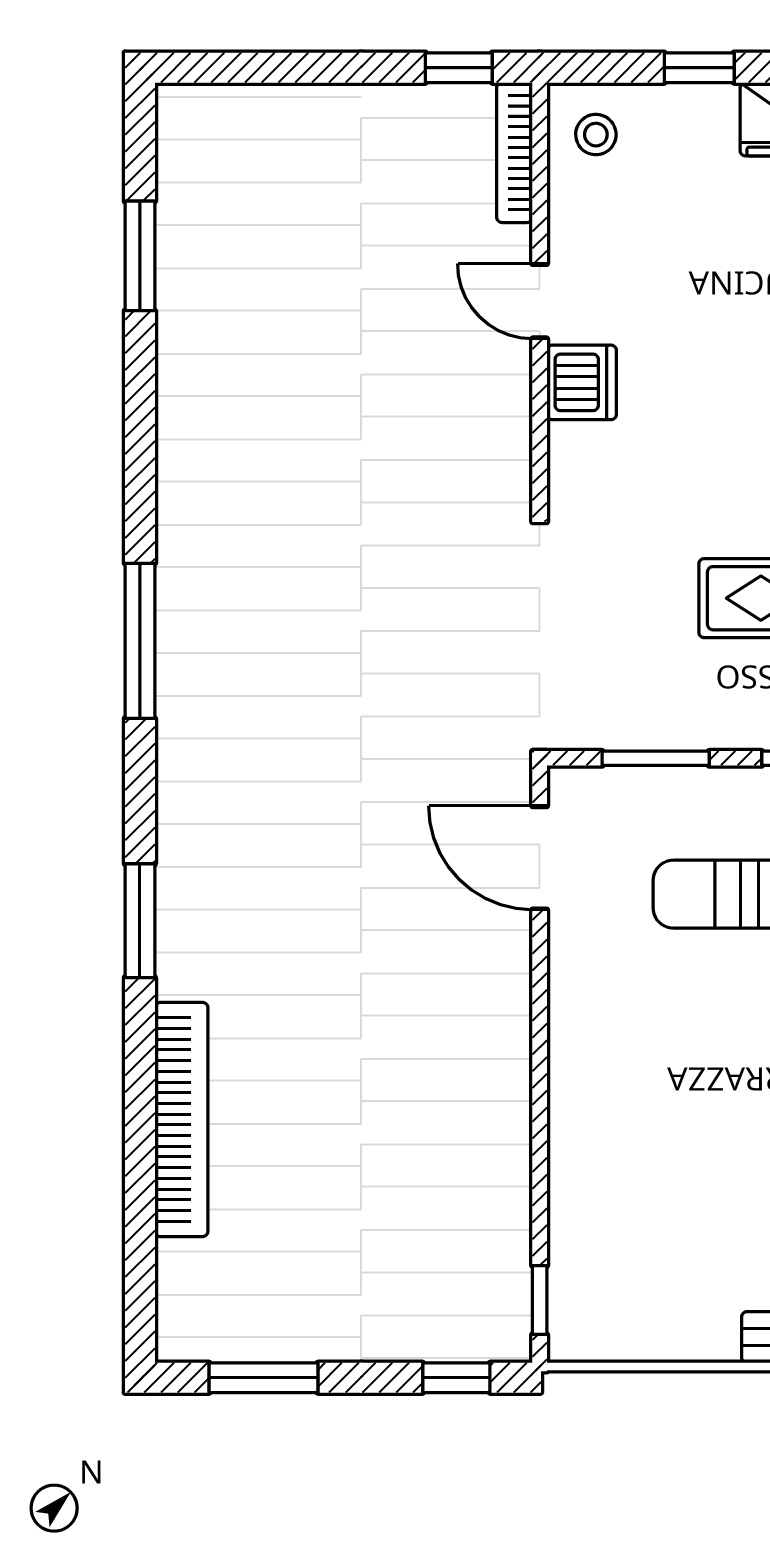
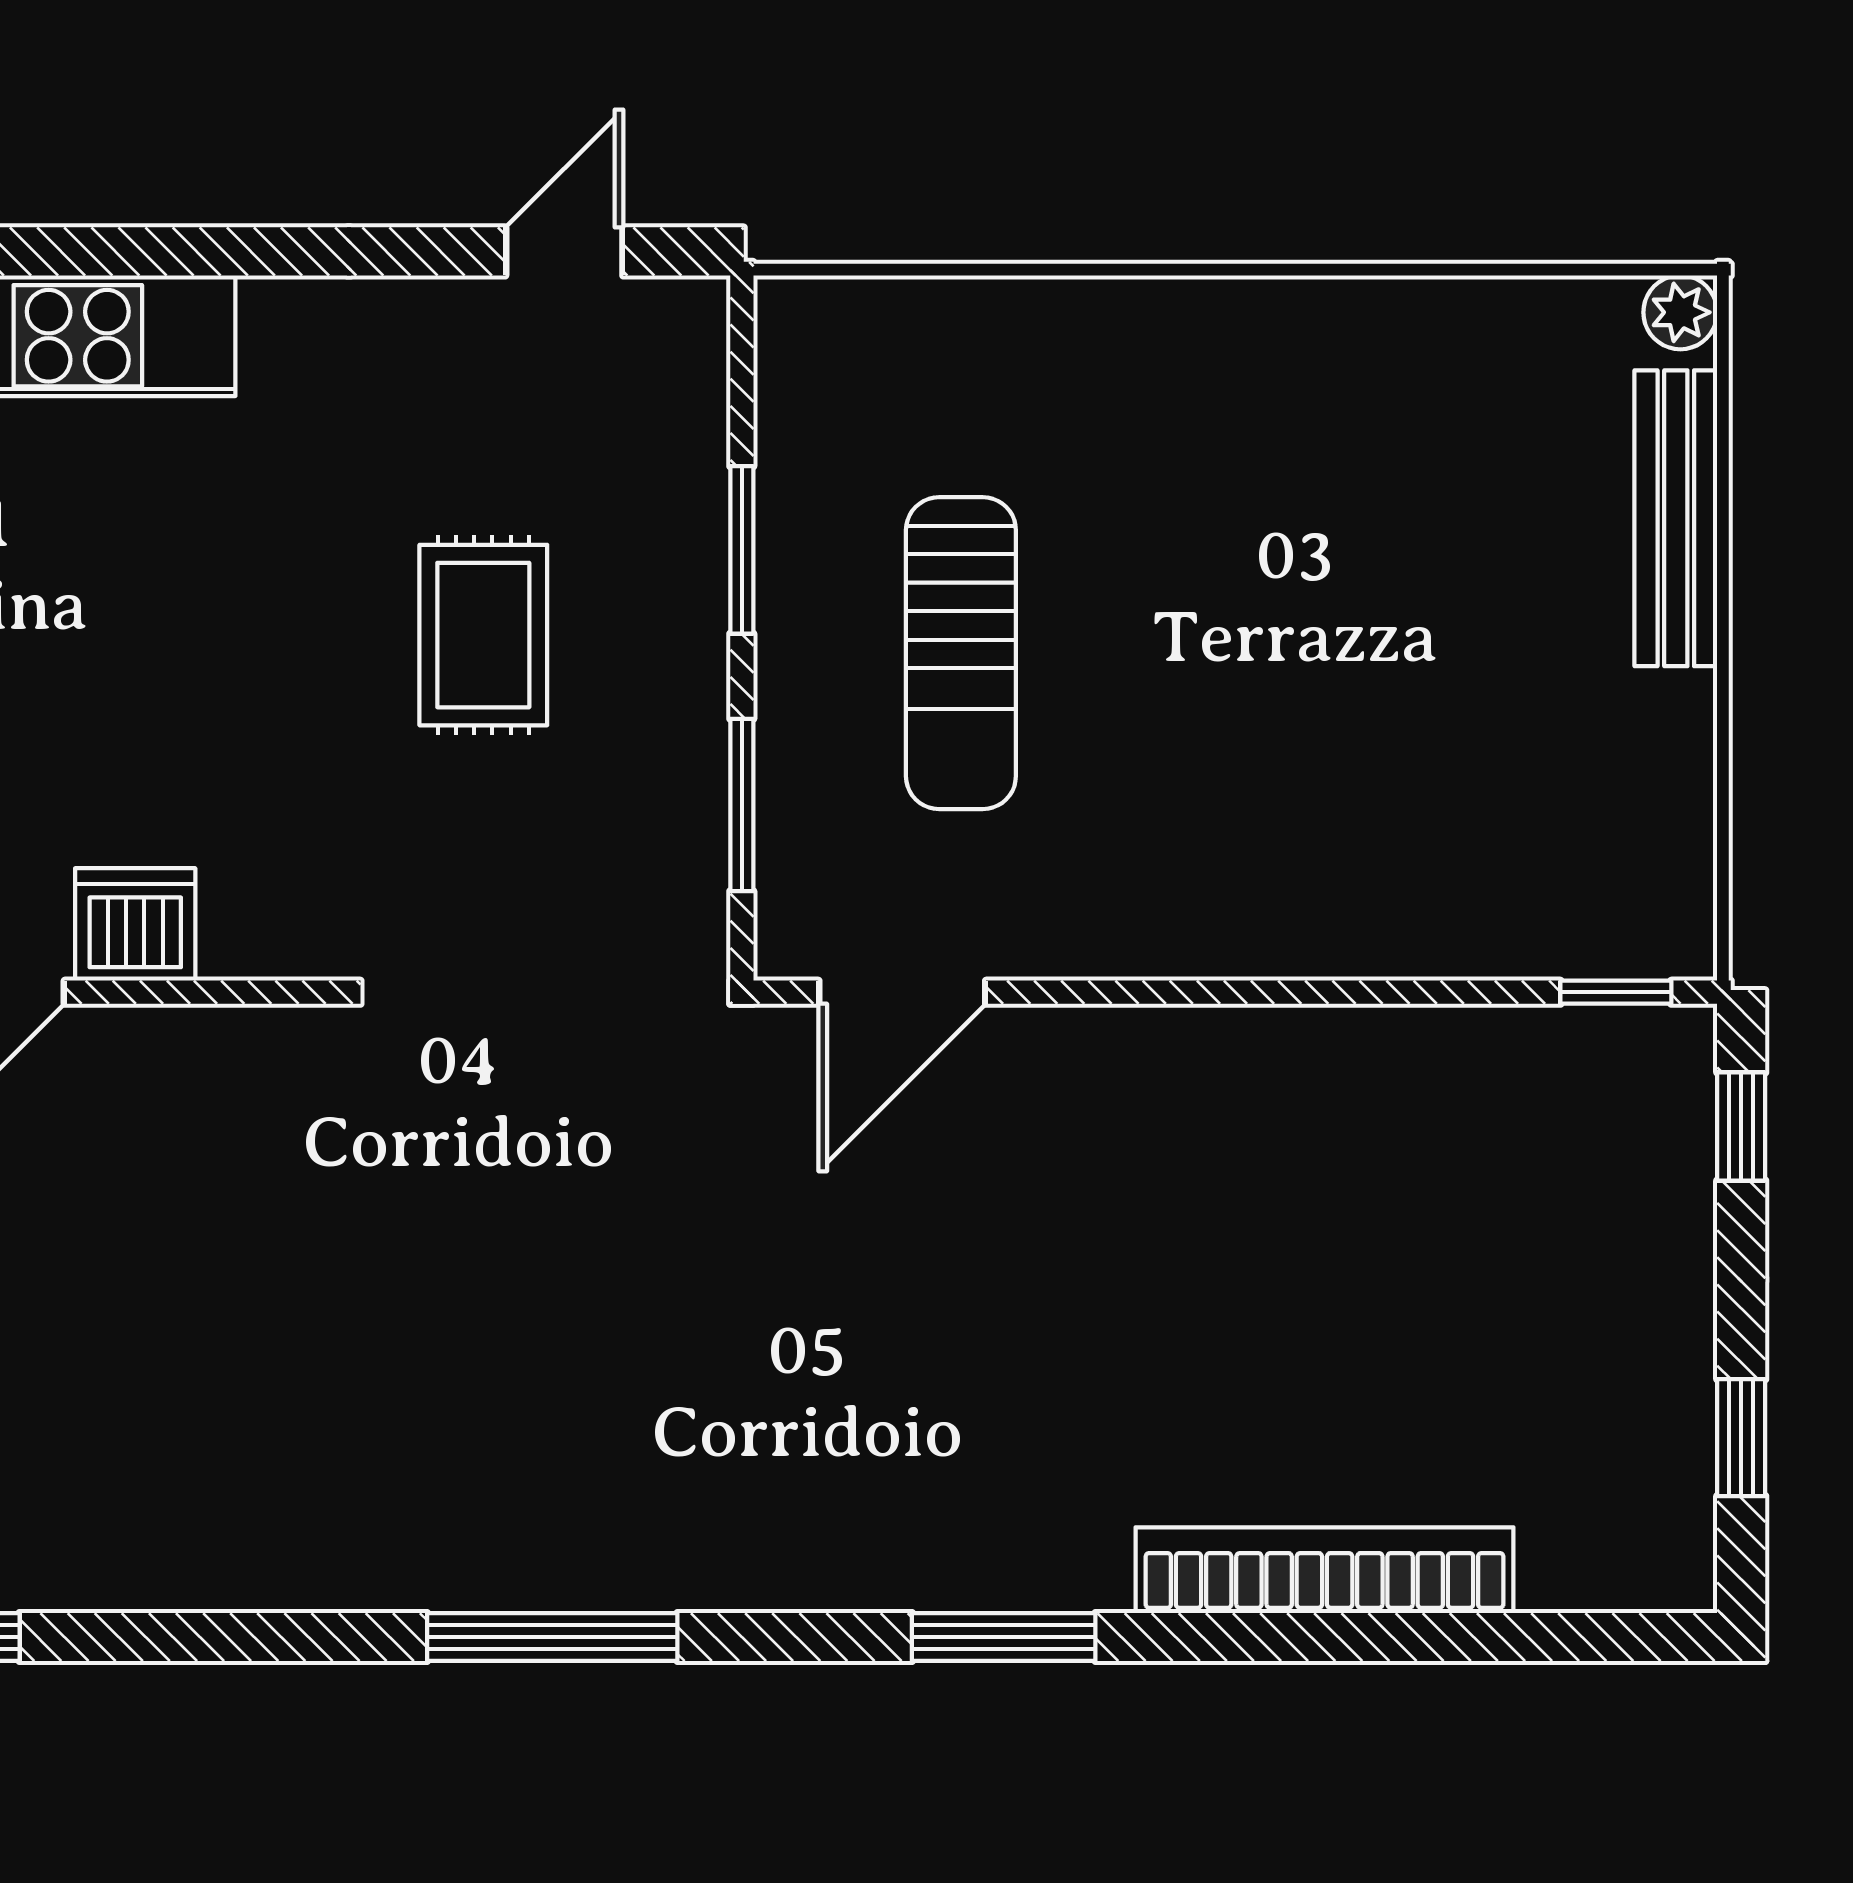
window: (264, 1378) -> (1741, 1438), width x0.67

